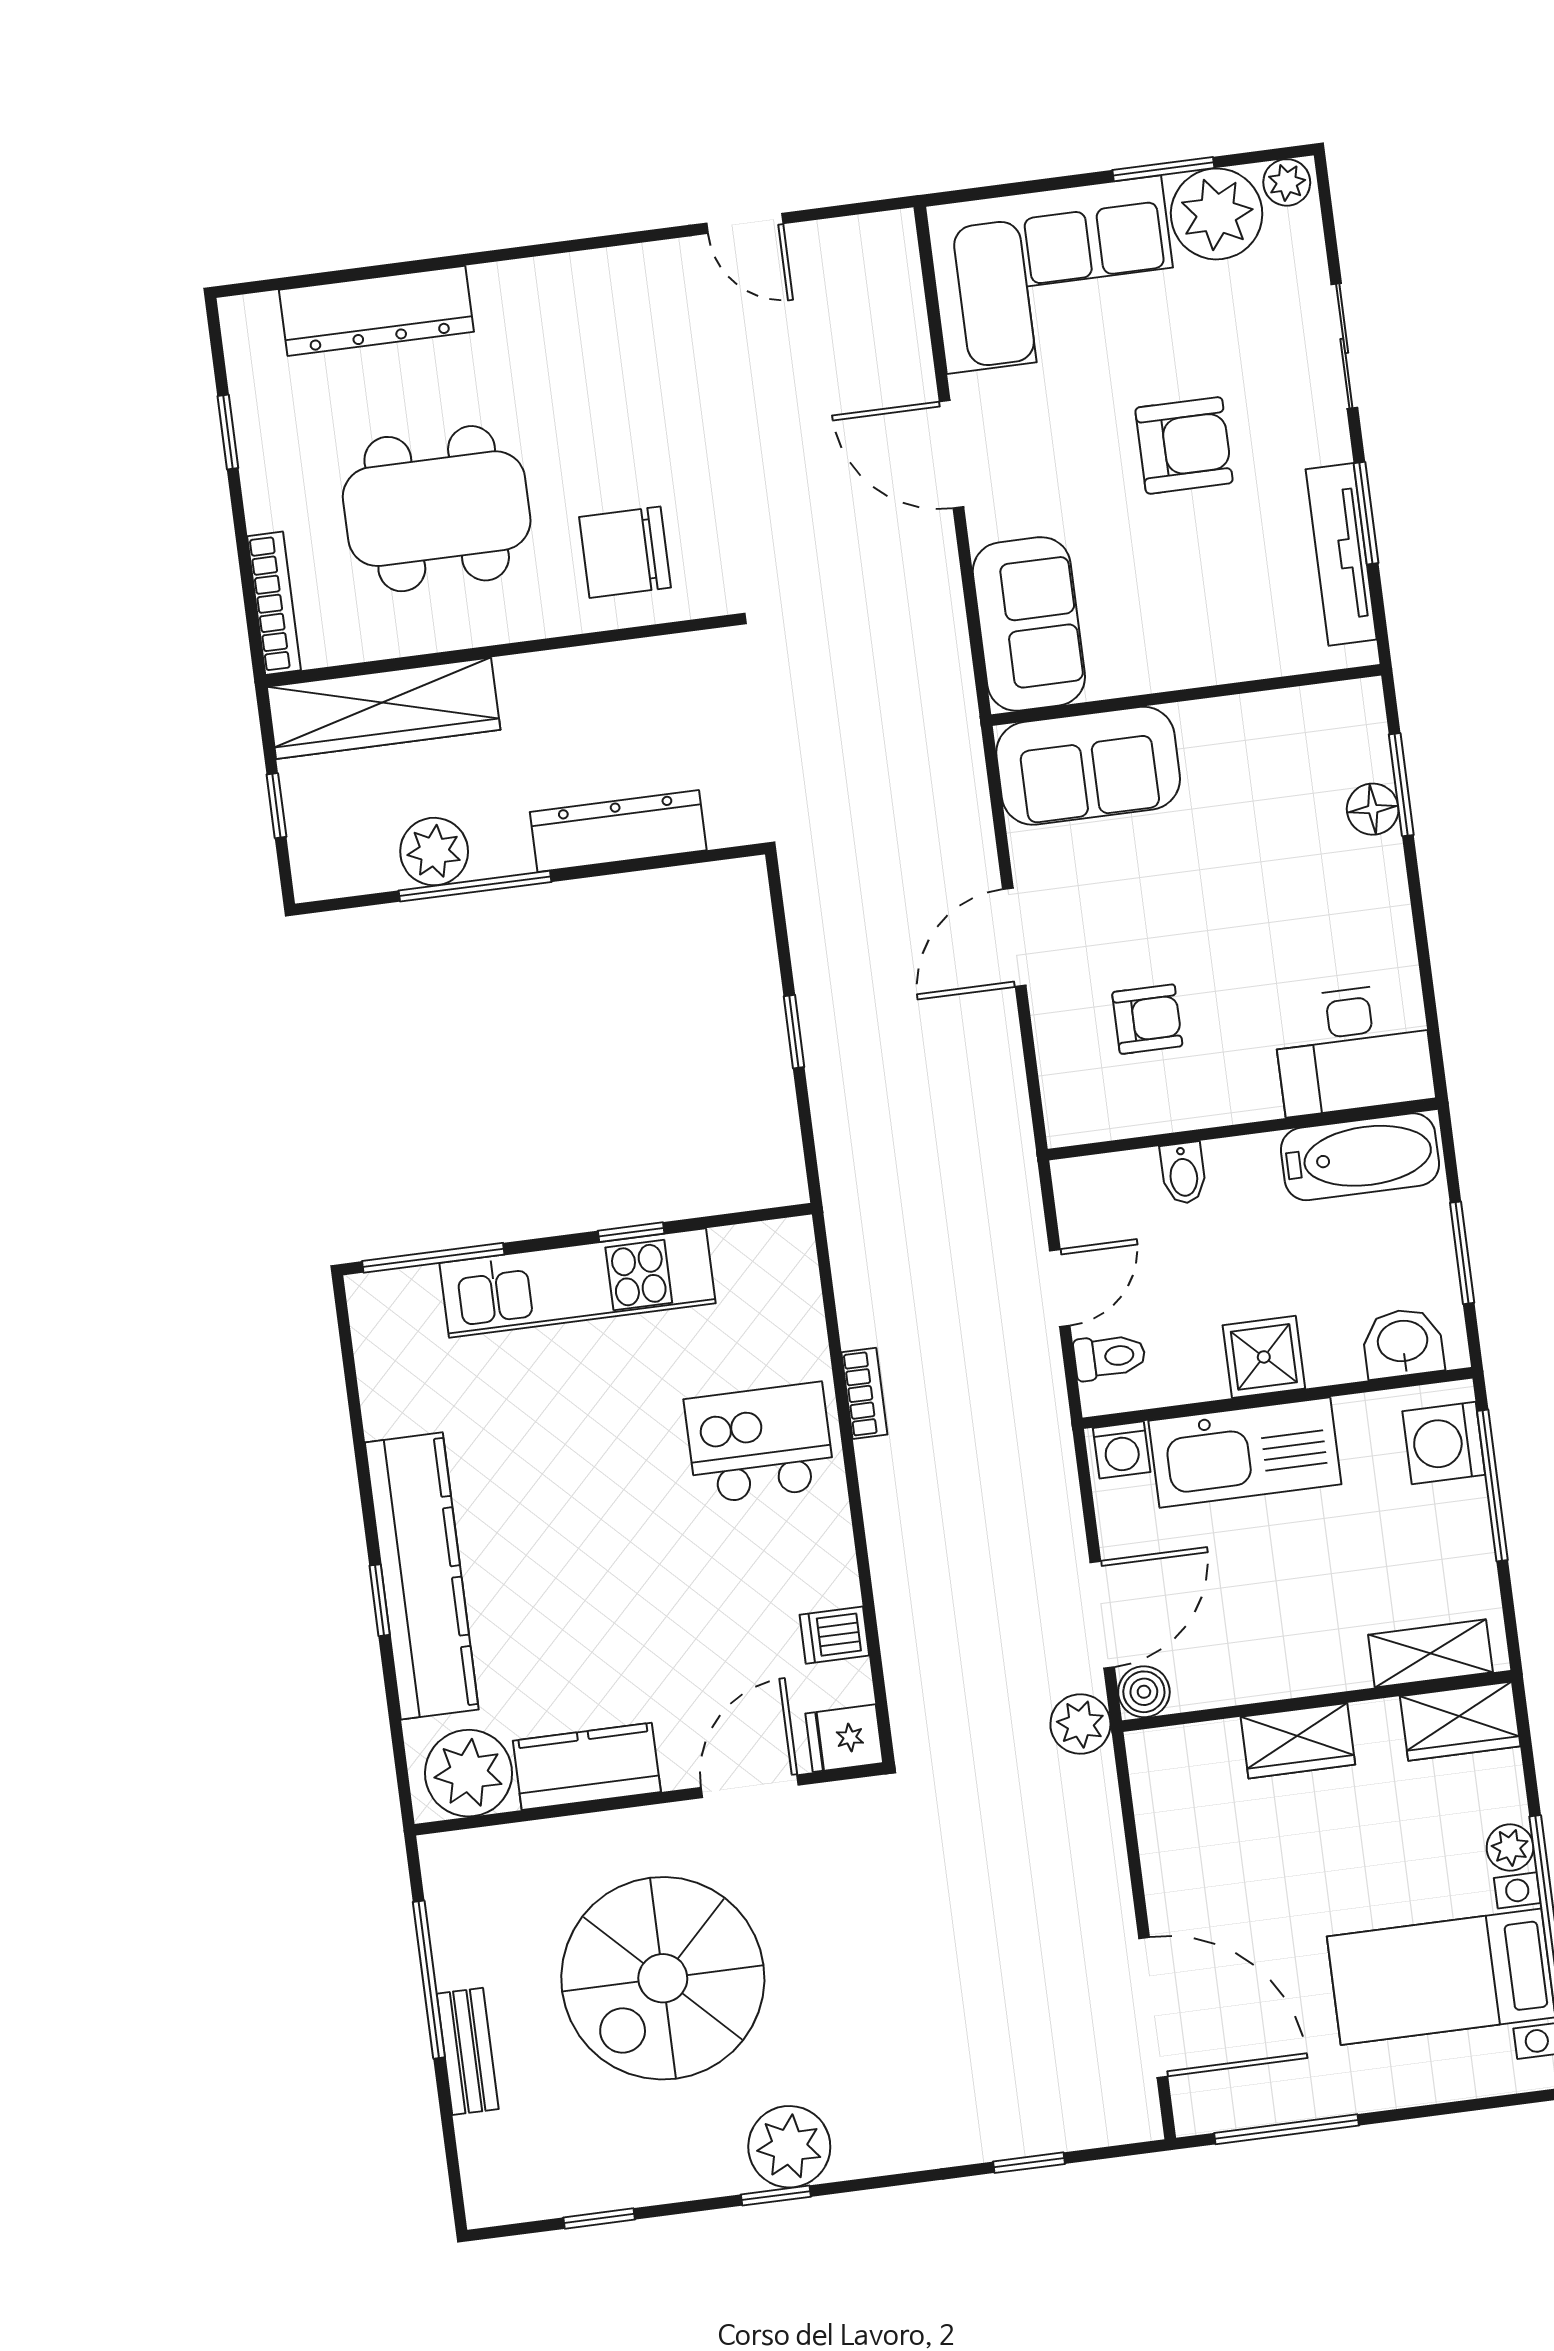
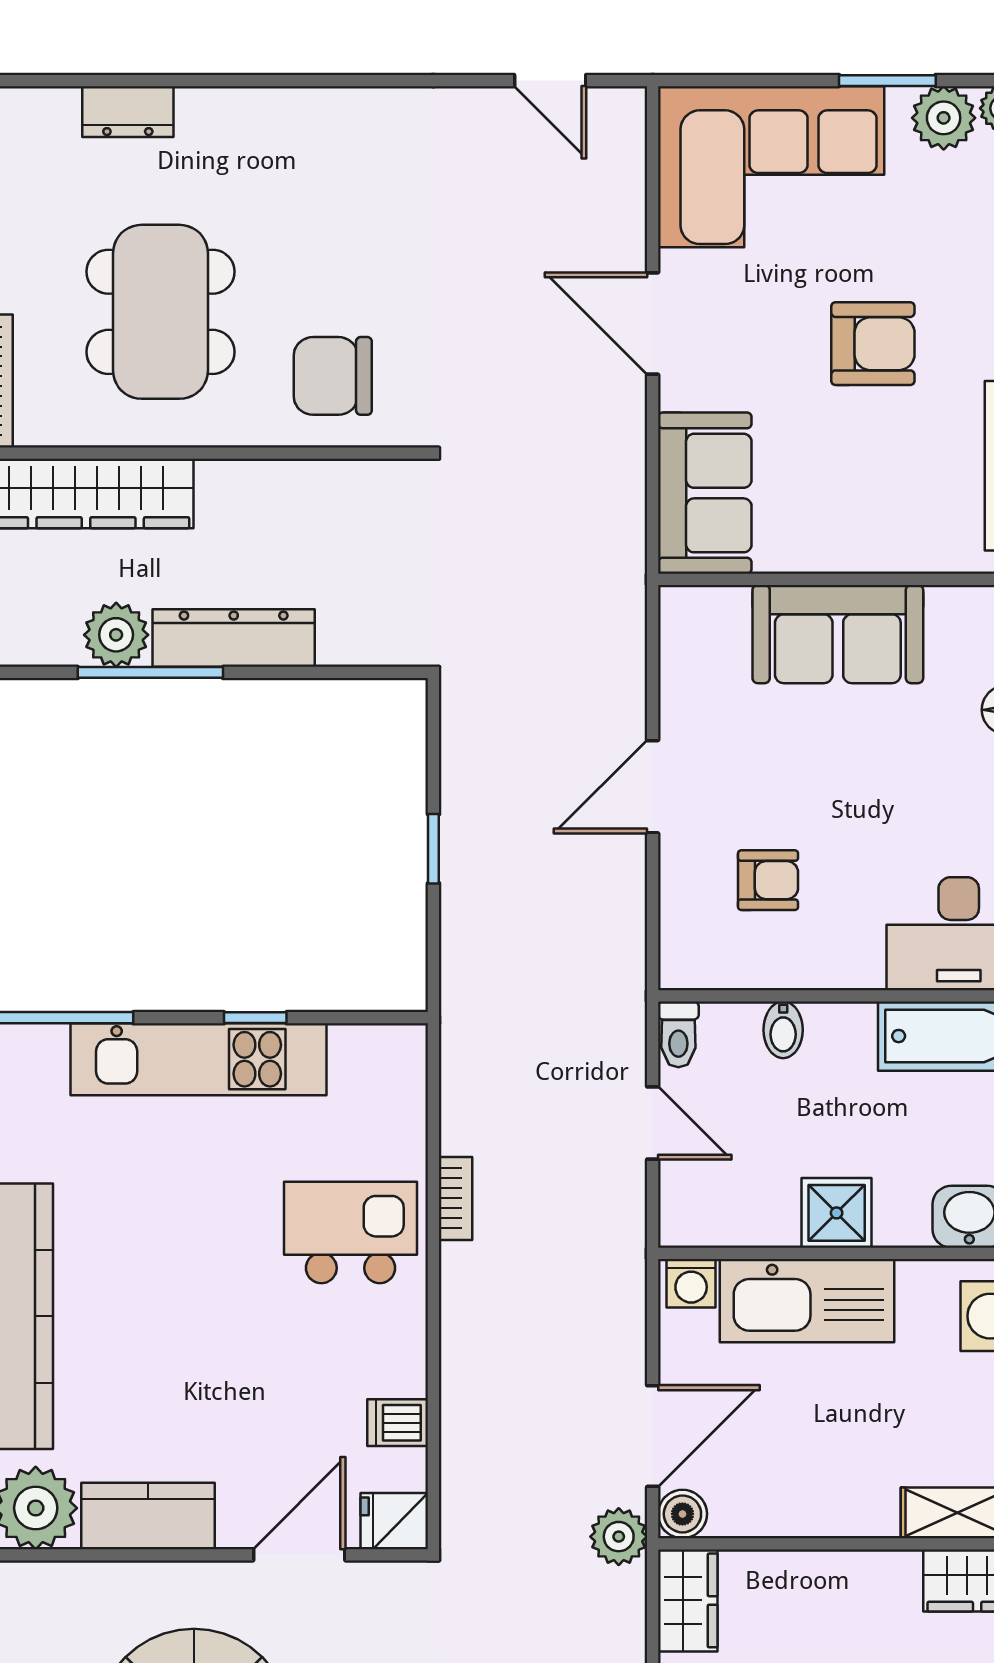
plant: (1217, 214) -> (944, 118), width x0.73, depth x0.73
door: (745, 223) -> (550, 81), moved
dresser: (376, 311) -> (128, 112), width x0.51, depth x0.80
dining table: (437, 509) -> (160, 312), turned 90
sofa: (1088, 766) -> (838, 634), moved
dresser: (618, 831) -> (234, 638), moved
door: (1060, 1288) -> (653, 1123), hinge flipped
toilet: (1110, 1357) -> (678, 1034), moved, turned 90
wardrobe: (1298, 1741) -> (688, 1600), moved, turned -90

